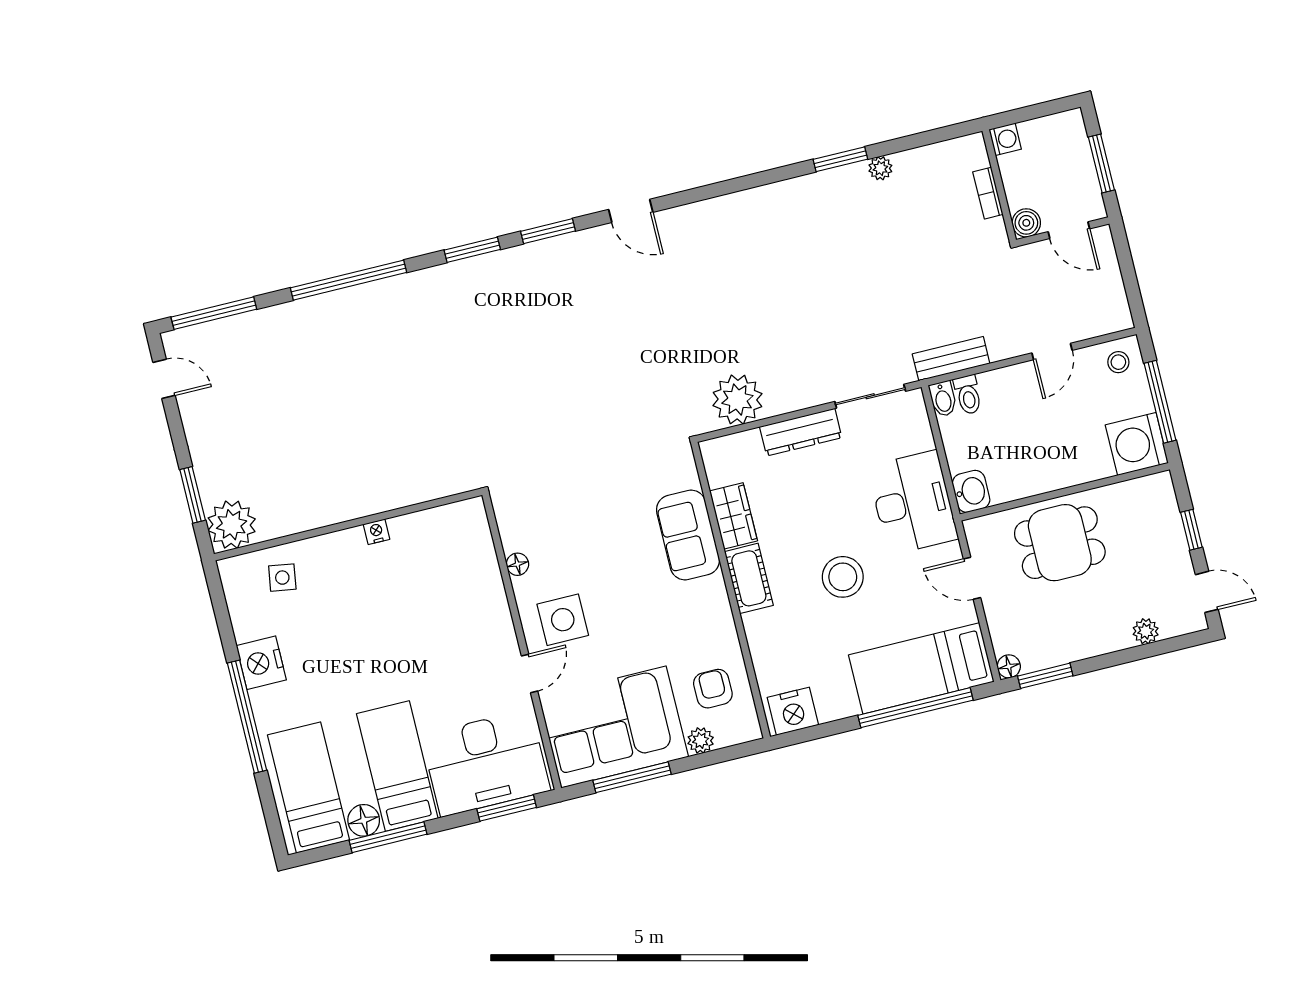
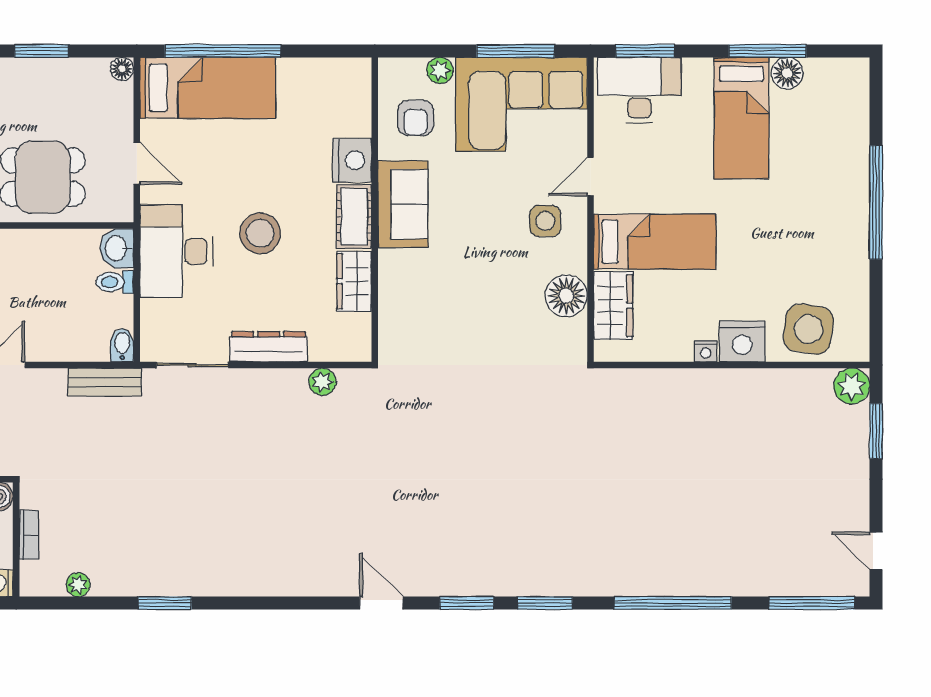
plant: (880, 168) -> (78, 585), moved
toilet: (968, 395) -> (115, 282), moved, turned -90
plant: (737, 400) -> (322, 382), width x0.53, depth x0.53
plant: (232, 525) -> (852, 386), width x0.73, depth x0.73
sofa: (688, 535) -> (403, 204), moved
wardrobe: (477, 554) -> (613, 306), added
floor lamp: (517, 564) -> (566, 296), width x1.89, depth x1.89
stool: (843, 577) -> (260, 233), moved
side table: (282, 578) -> (808, 329), width x1.87, depth x1.87
side table: (563, 620) -> (545, 221), width x0.73, depth x0.73
nightstand: (261, 663) -> (742, 341), moved, turned 90
window: (1045, 676) -> (42, 51), moved
nightstand: (793, 711) -> (352, 160), moved, turned 90
desk: (486, 763) -> (639, 90), width x0.73, depth x0.77
bed: (308, 788) -> (655, 242), moved, turned -90

